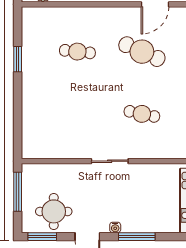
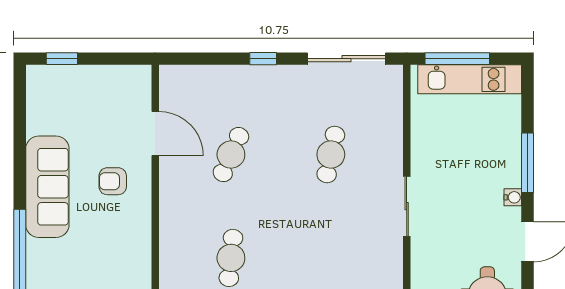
cafe table: (142, 52) -> (231, 155), width x0.73, depth x0.74

